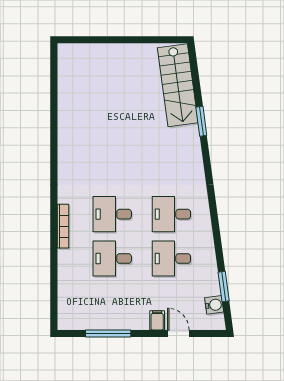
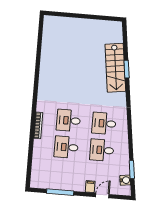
stairs: (178, 85) -> (115, 68), moved
door: (178, 334) -> (102, 196), hinge flipped

